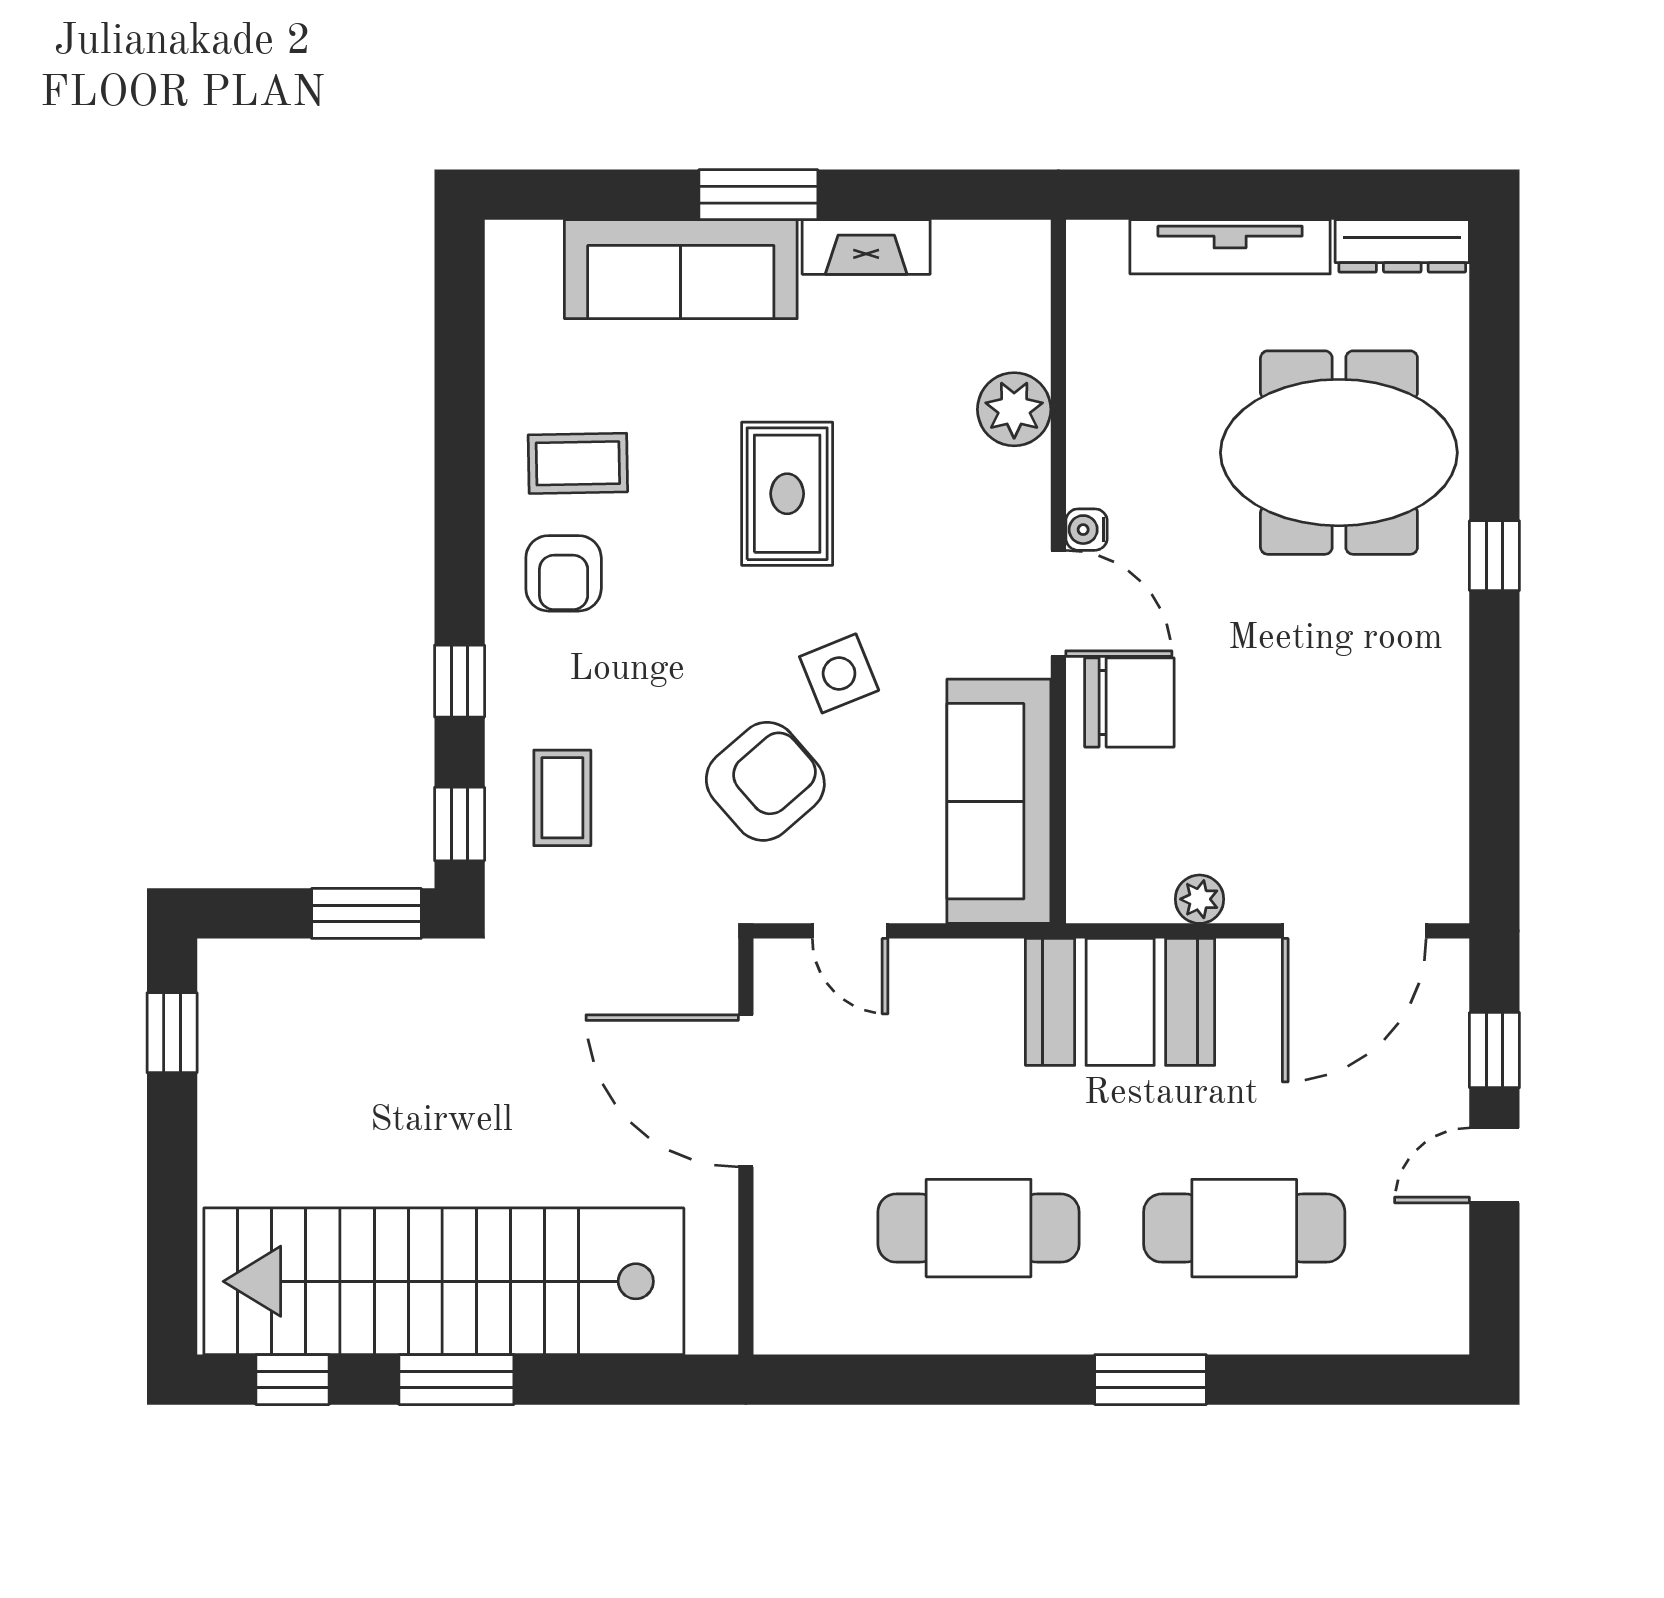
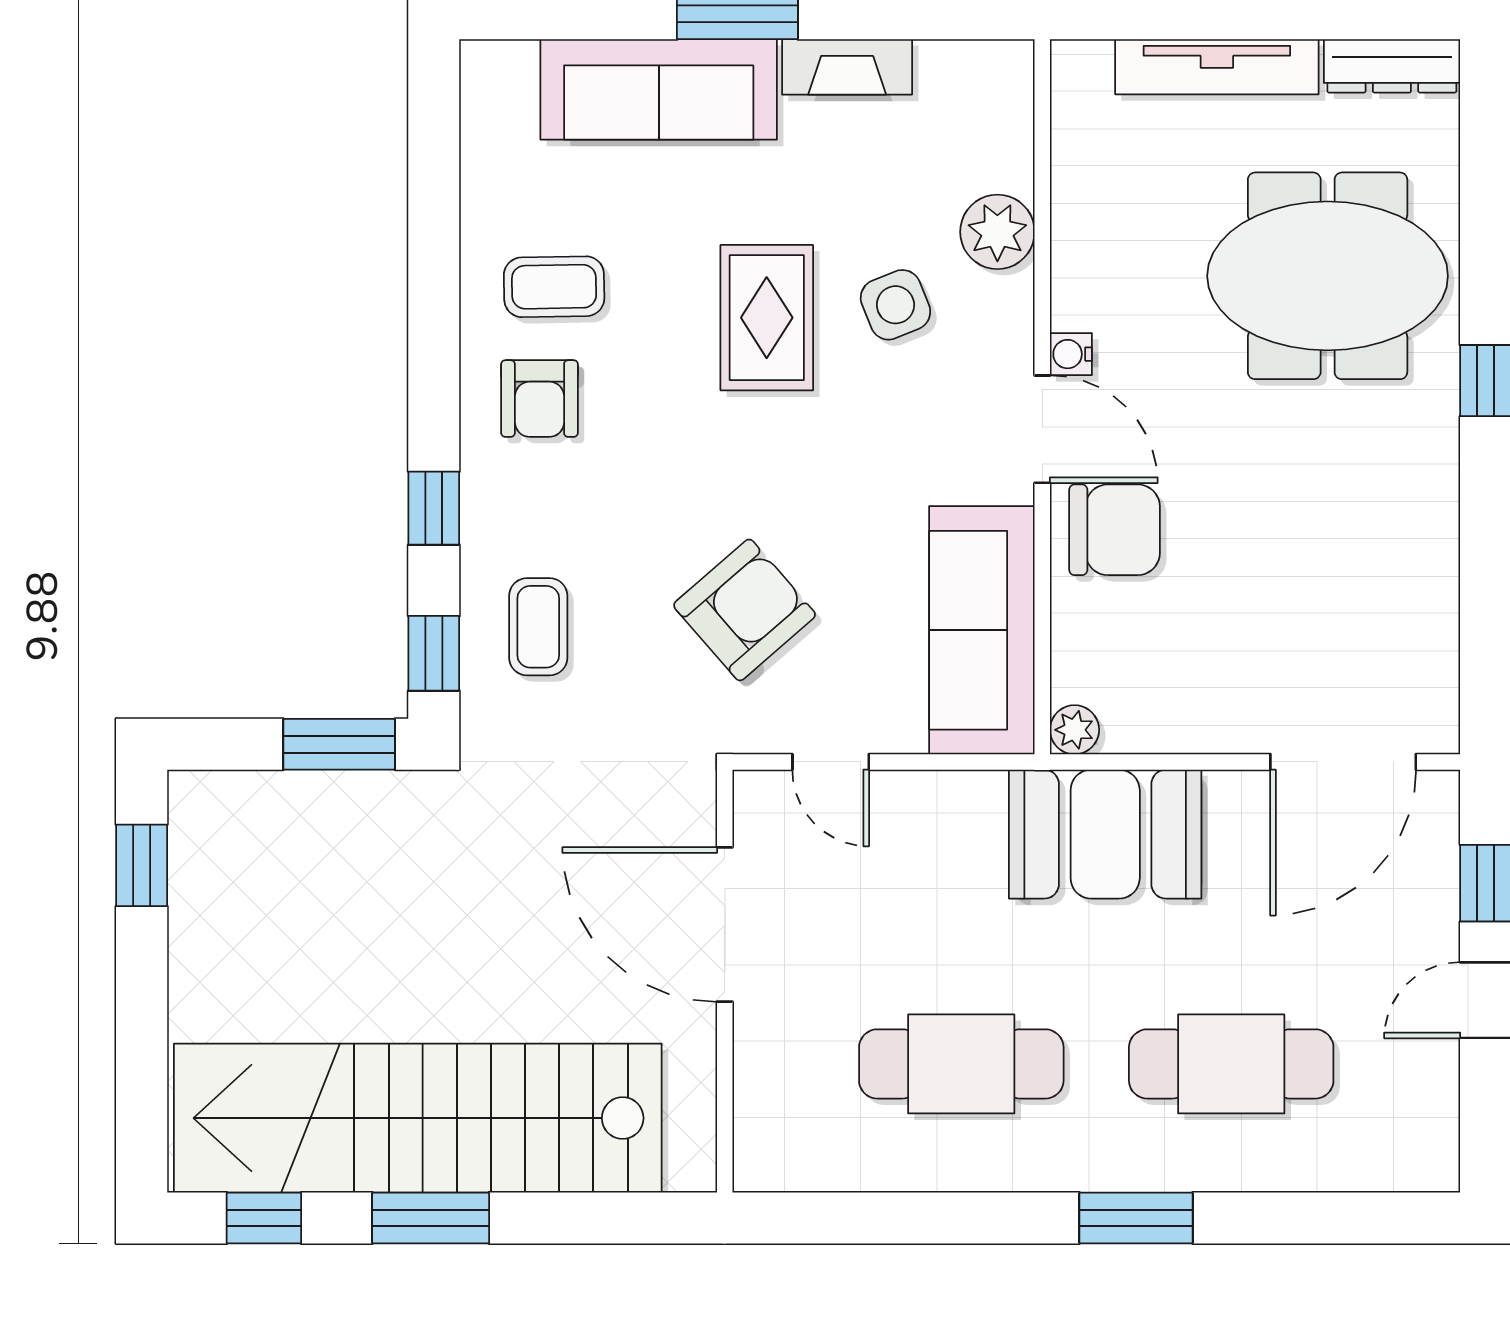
side table: (839, 673) -> (895, 305), moved
plant: (1200, 899) -> (1074, 730), moved

